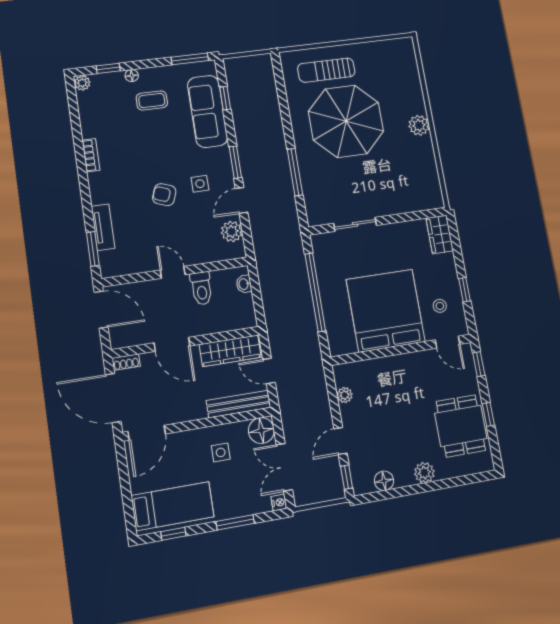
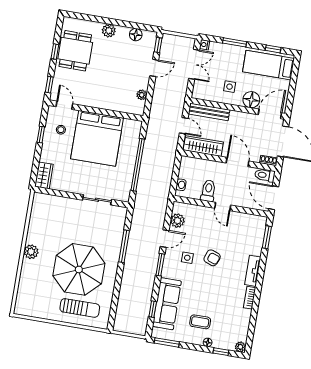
tv unit: (103, 227) -> (253, 271), moved
toilet: (125, 338) -> (265, 175), added
floor lamp: (261, 431) -> (251, 100), moved

